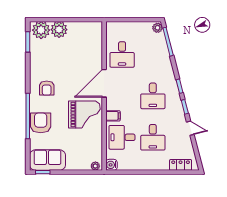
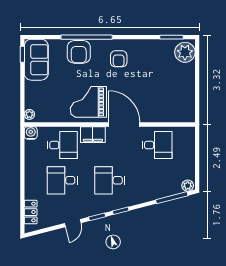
plant: (59, 30) -> (186, 73), removed
desk: (122, 54) -> (157, 145), turned 180
armchair: (47, 88) -> (119, 59), turned -90
grand piano: (84, 115) -> (88, 102), turned 90
filing cabinet: (113, 116) -> (93, 135), width x2.00
armchair: (41, 123) -> (79, 52), turned 90
desk: (122, 137) -> (62, 145), turned 90

